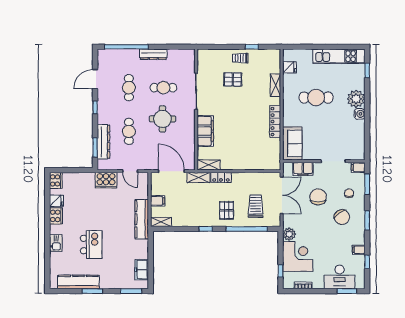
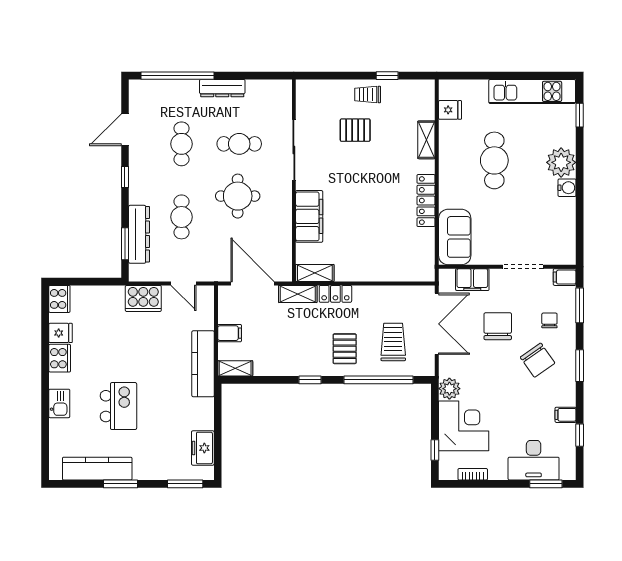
cafe table: (316, 98) -> (494, 160), turned 90

